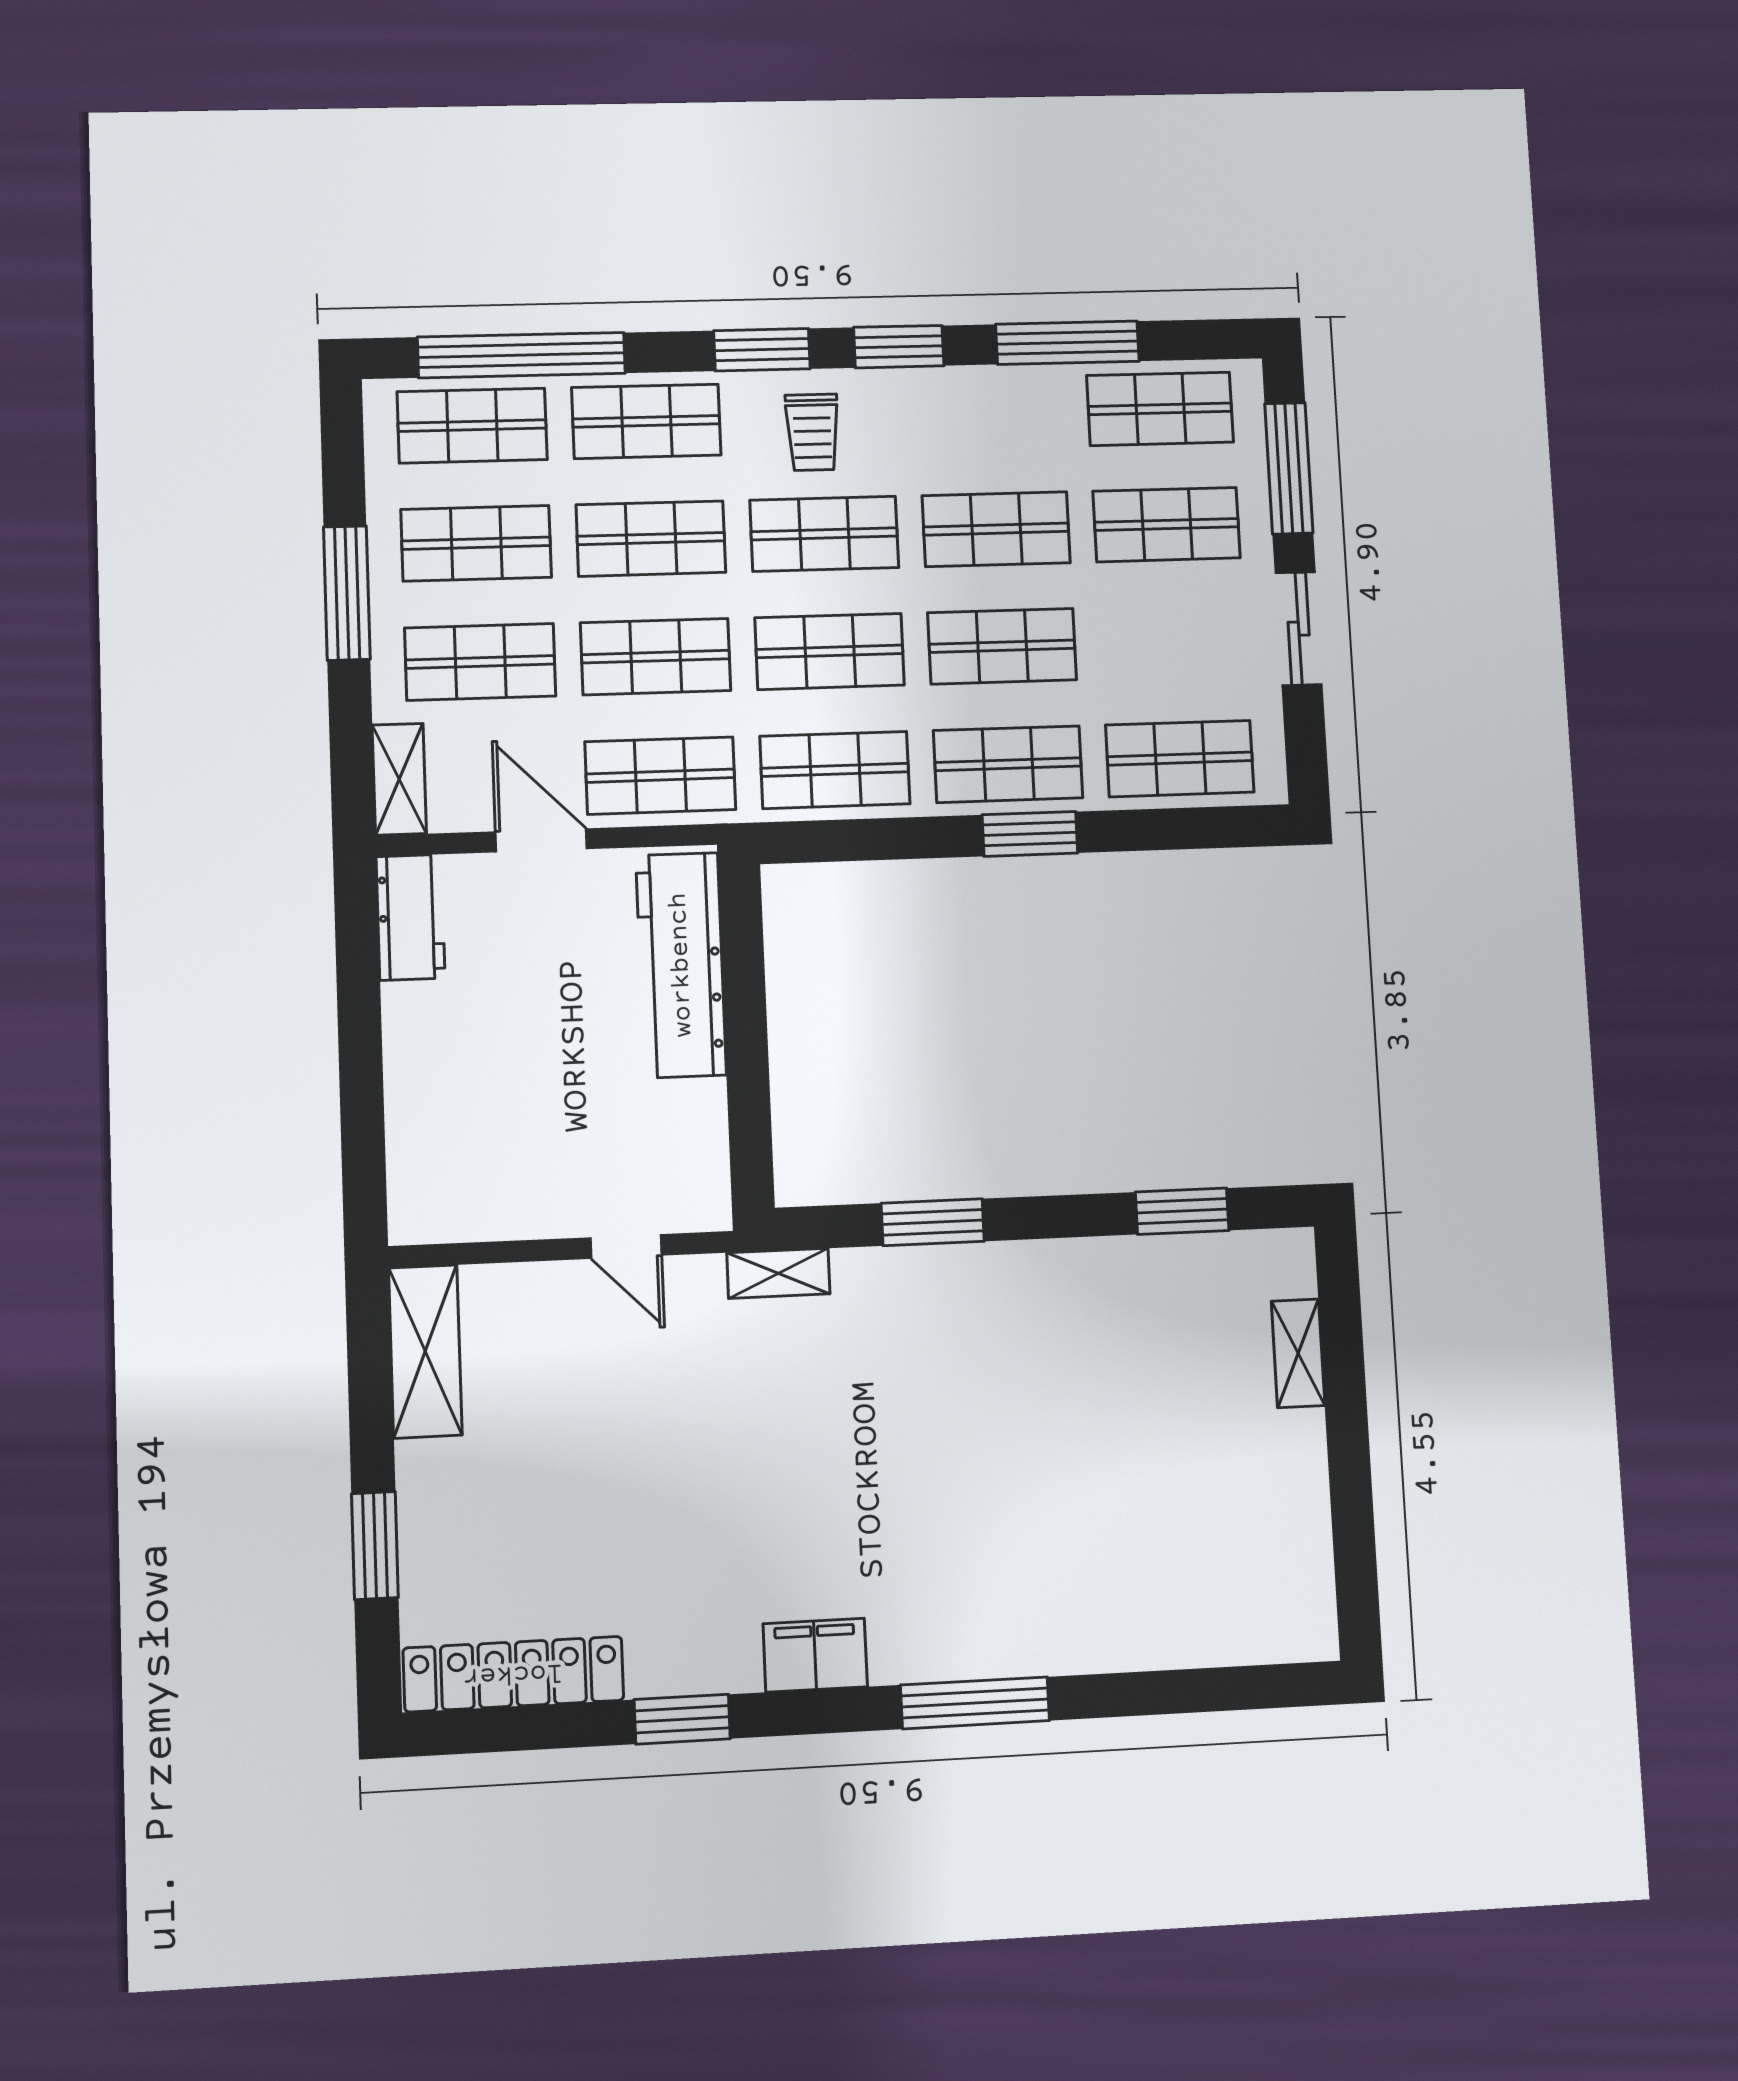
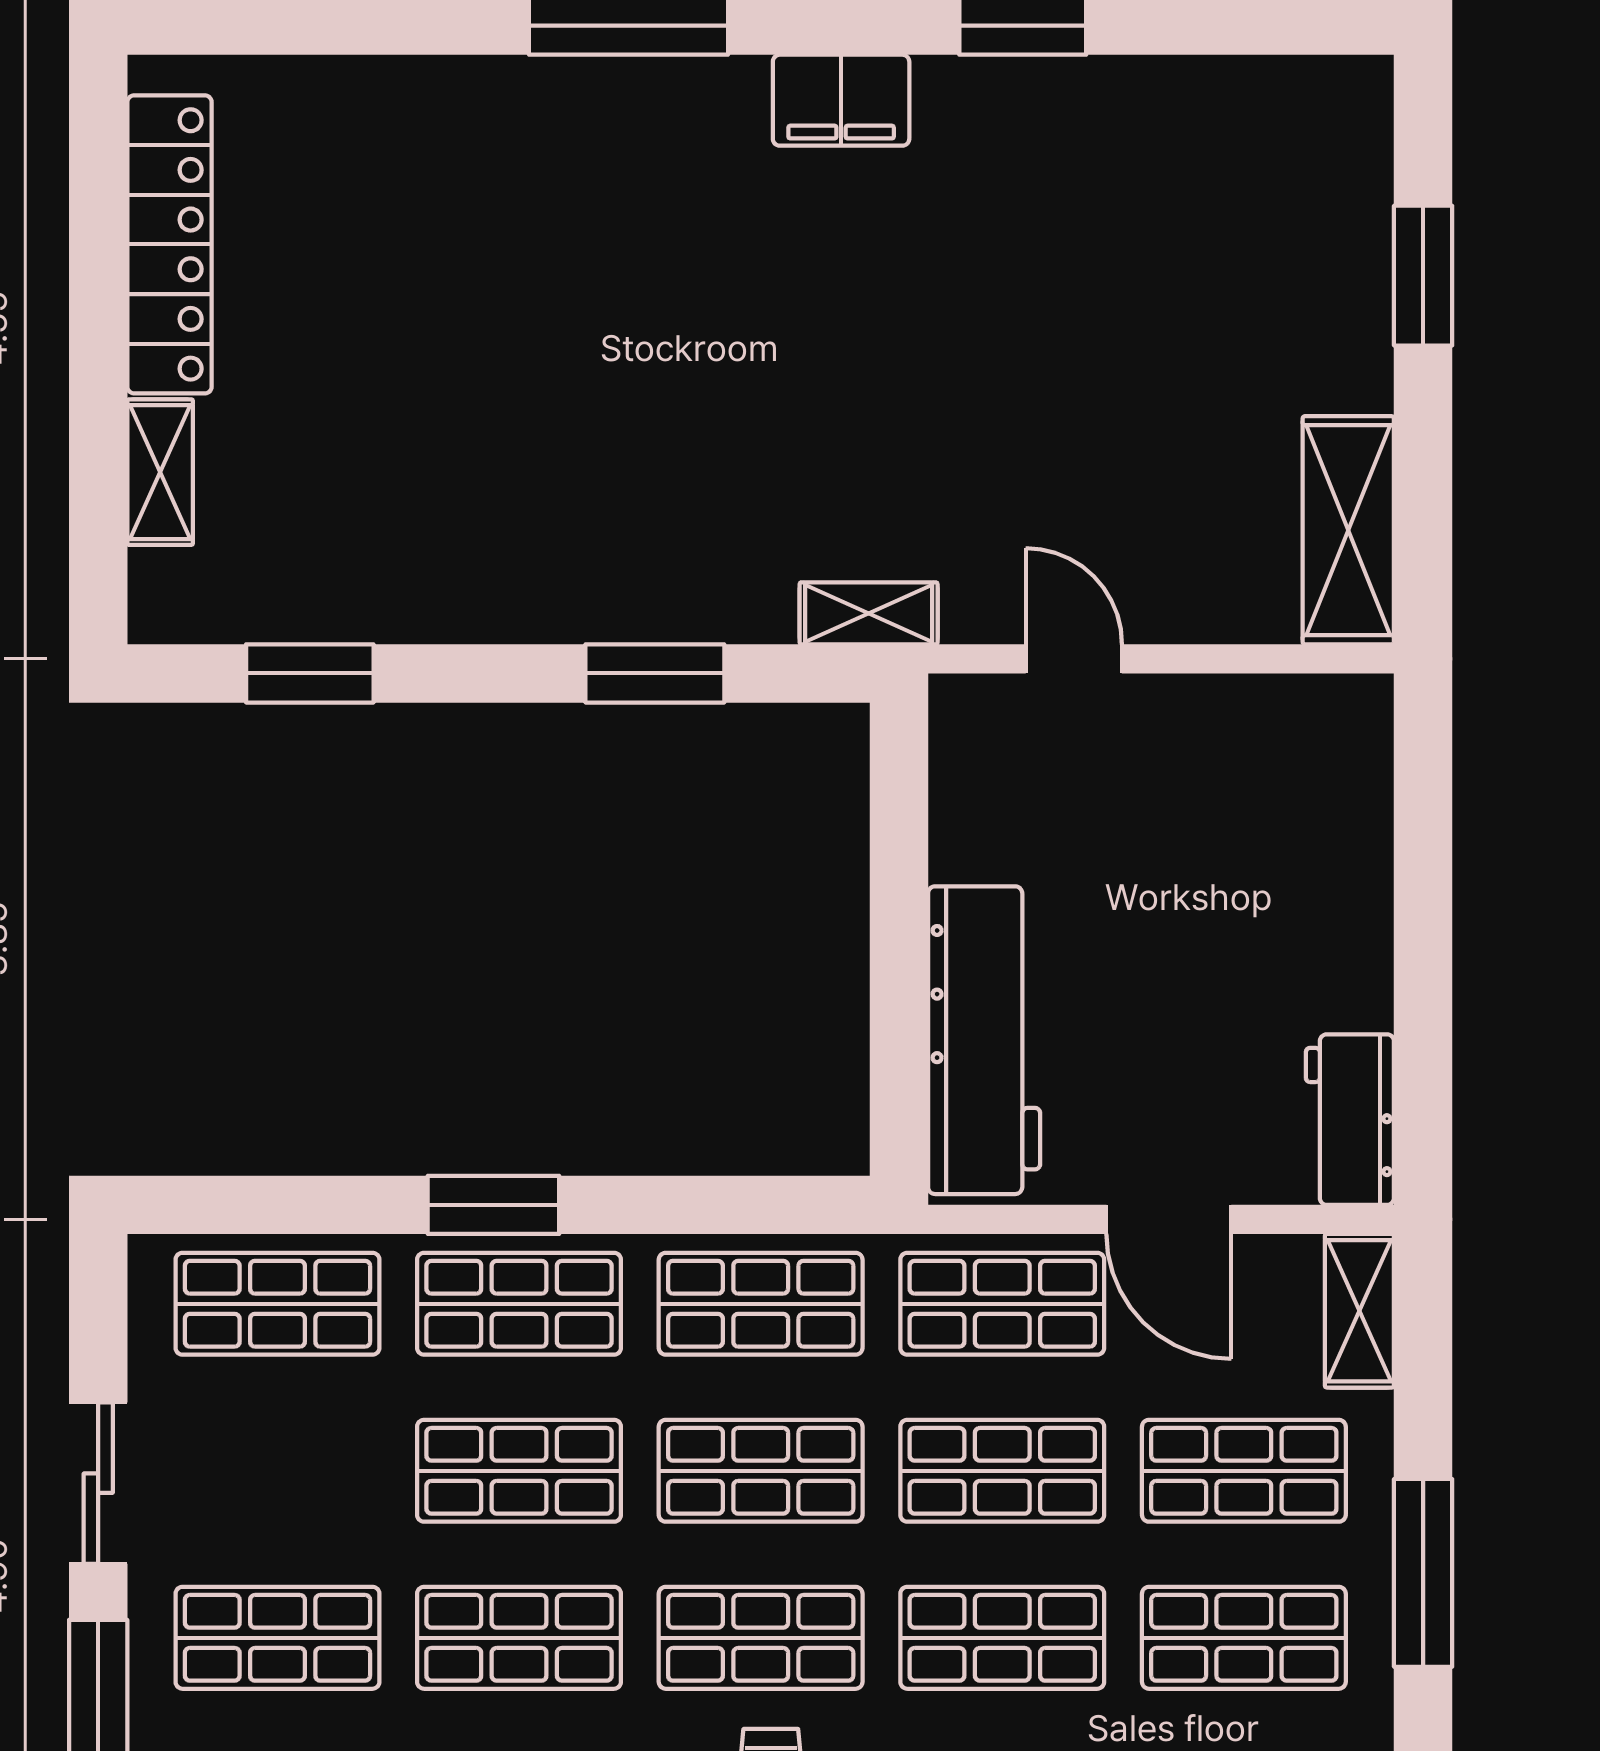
locker: (513, 1674) -> (170, 244), moved, turned -90

